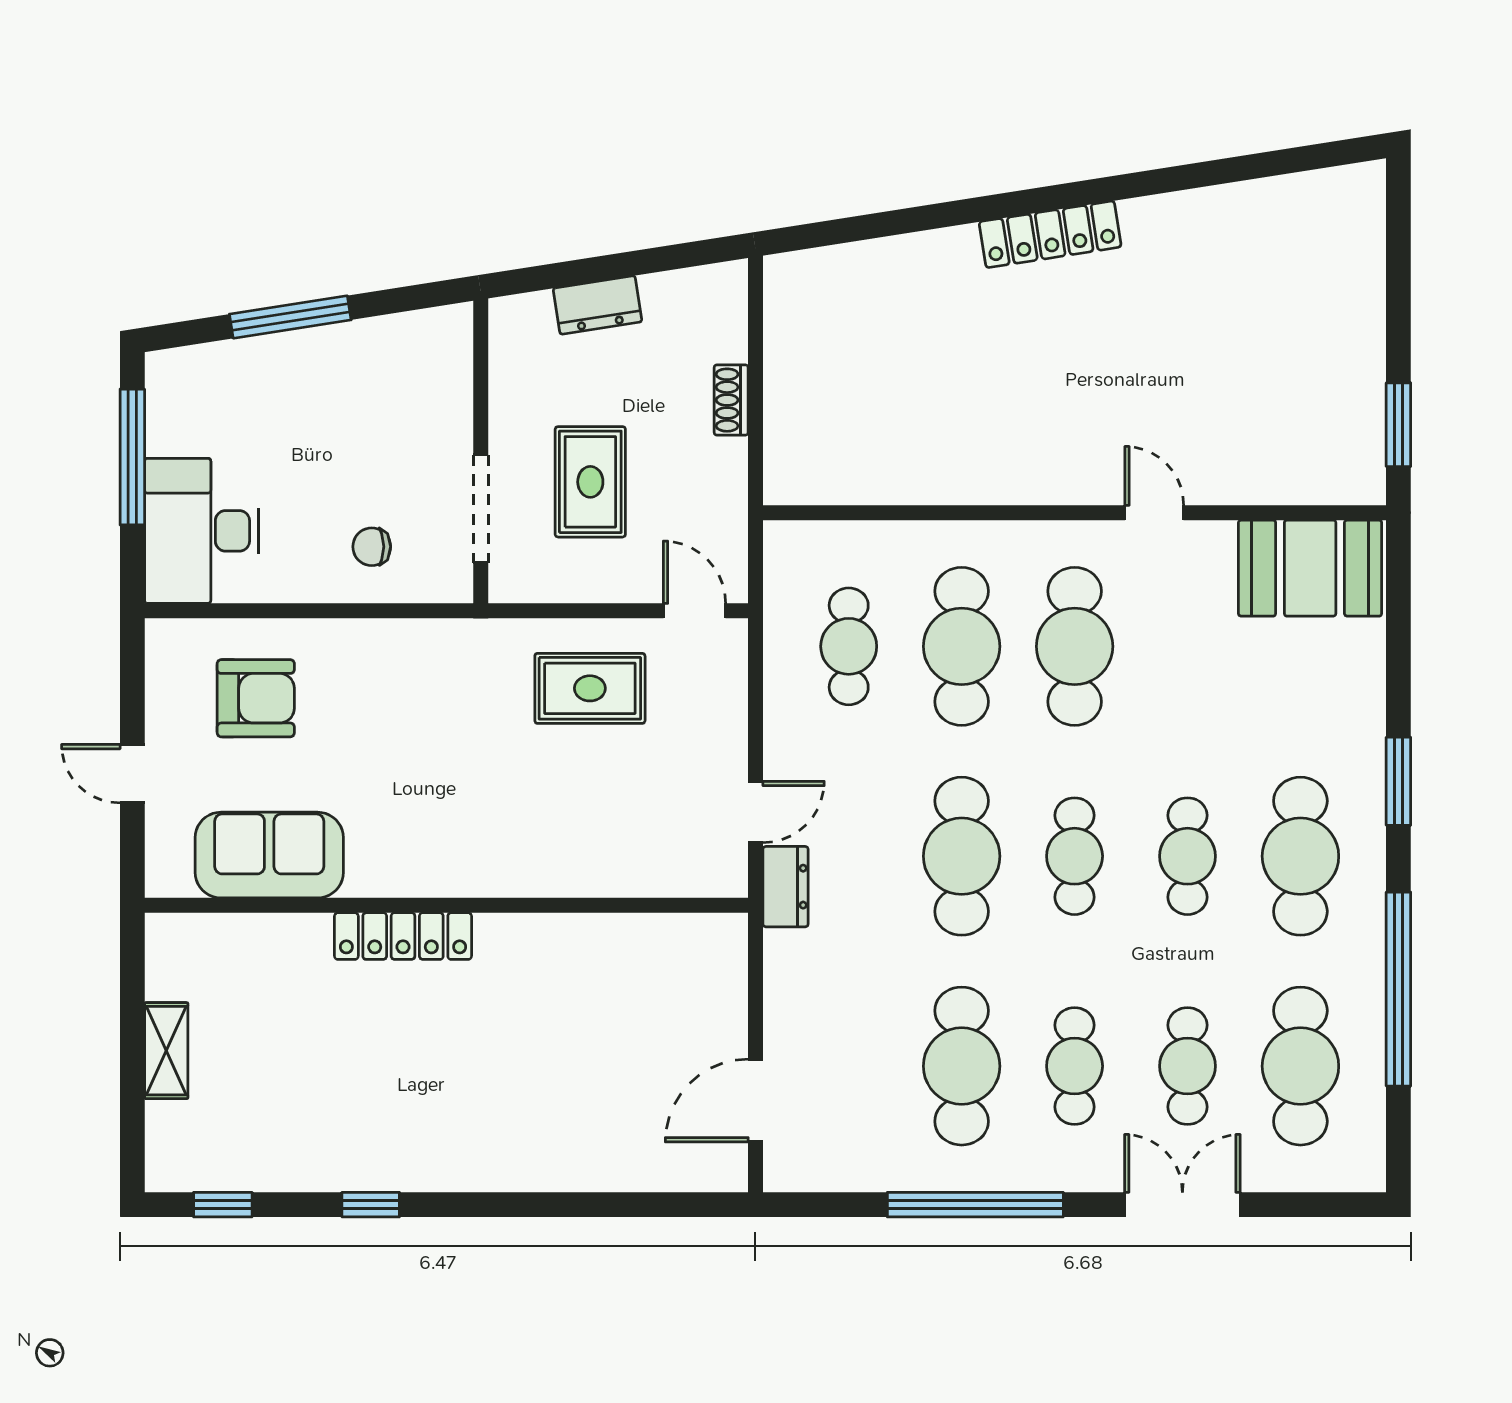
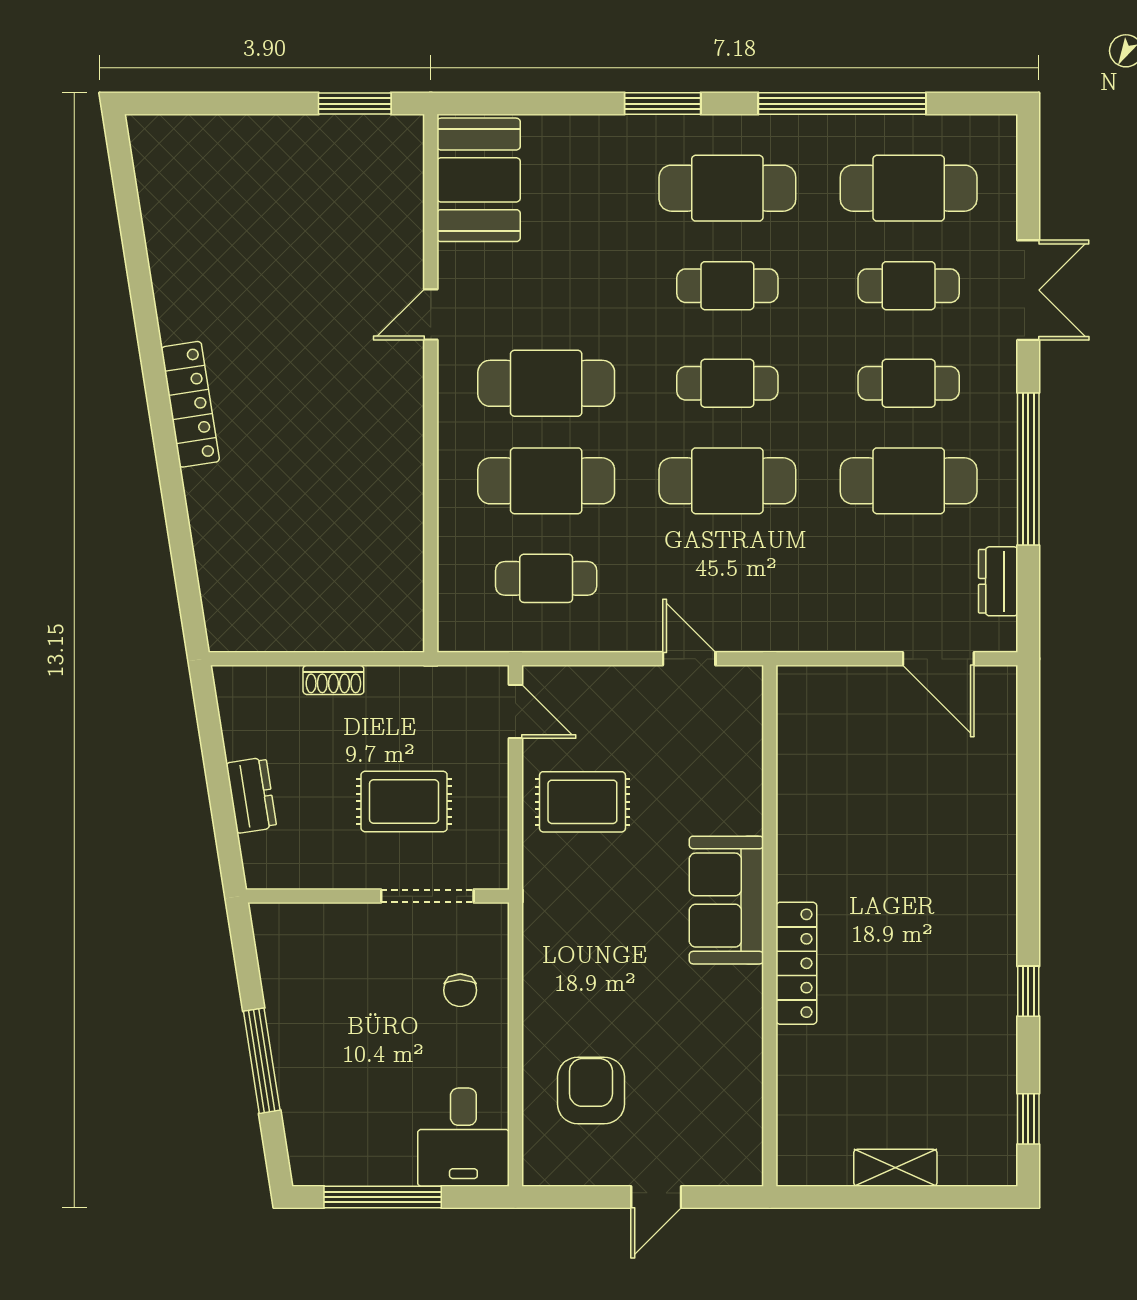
desk: (202, 531) -> (463, 1137), width x0.73
door: (694, 611) -> (515, 712), swing flipped
rug: (590, 688) -> (582, 802), turned 90
sofa: (269, 855) -> (726, 900), moved
dresser: (786, 887) -> (998, 581), moved, turned -90
double door: (1182, 1205) -> (1028, 290), swing flipped

